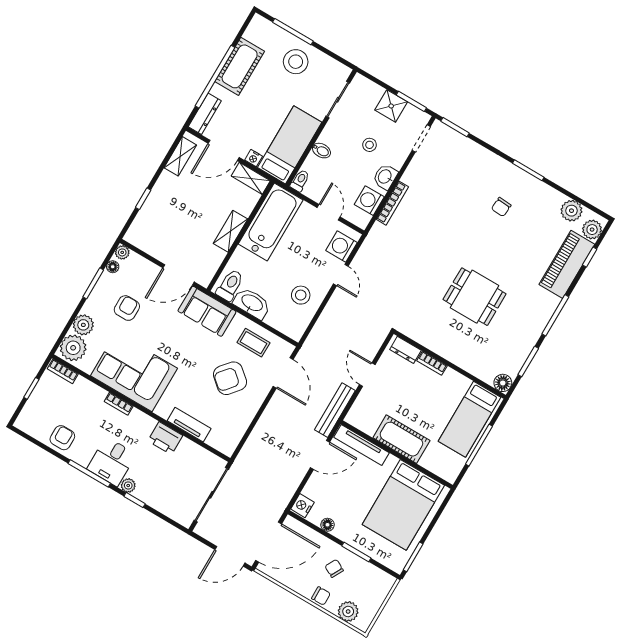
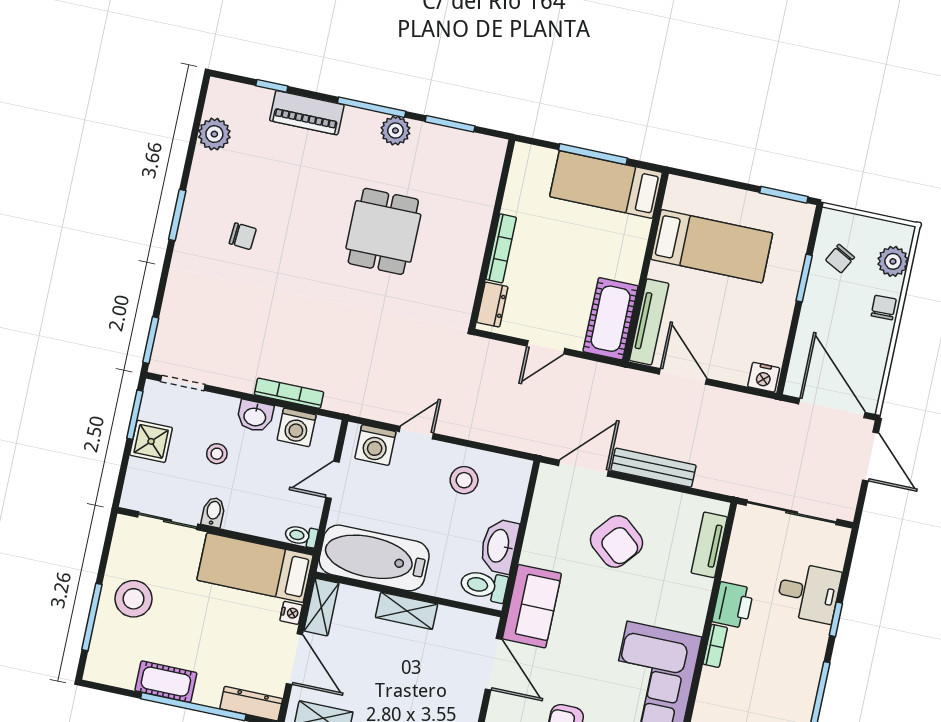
cot: (240, 66) -> (166, 682), width x0.73, depth x0.75
bidet: (321, 151) -> (213, 512), moved
plant: (592, 230) -> (395, 131), moved
piano: (567, 264) -> (307, 113), width x0.73, depth x0.75
coffee table: (254, 343) -> (554, 525), removed
bookcase: (432, 363) -> (501, 248), width x1.56
floor lamp: (503, 383) -> (493, 150), removed
bookcase: (119, 404) -> (715, 646), moved
bench: (335, 410) -> (653, 468), moved
bed: (469, 419) -> (606, 185), moved, turned 180
tv unit: (189, 425) -> (709, 545), moved
cot: (401, 439) -> (611, 319), moved
desk: (112, 462) -> (809, 593), moved
plant: (128, 486) -> (818, 635), removed
bed: (403, 505) -> (712, 246), width x0.67
floor lamp: (327, 525) -> (779, 332), removed
chair: (334, 568) -> (840, 259), moved

